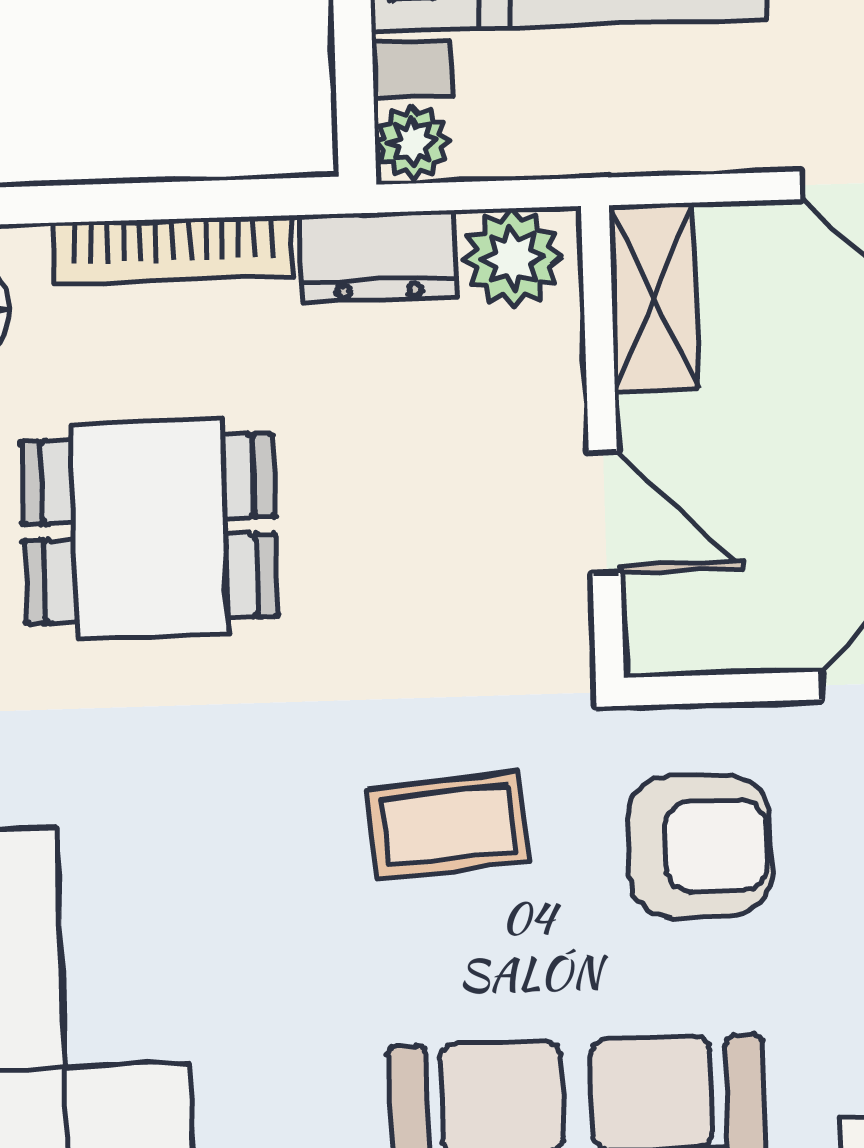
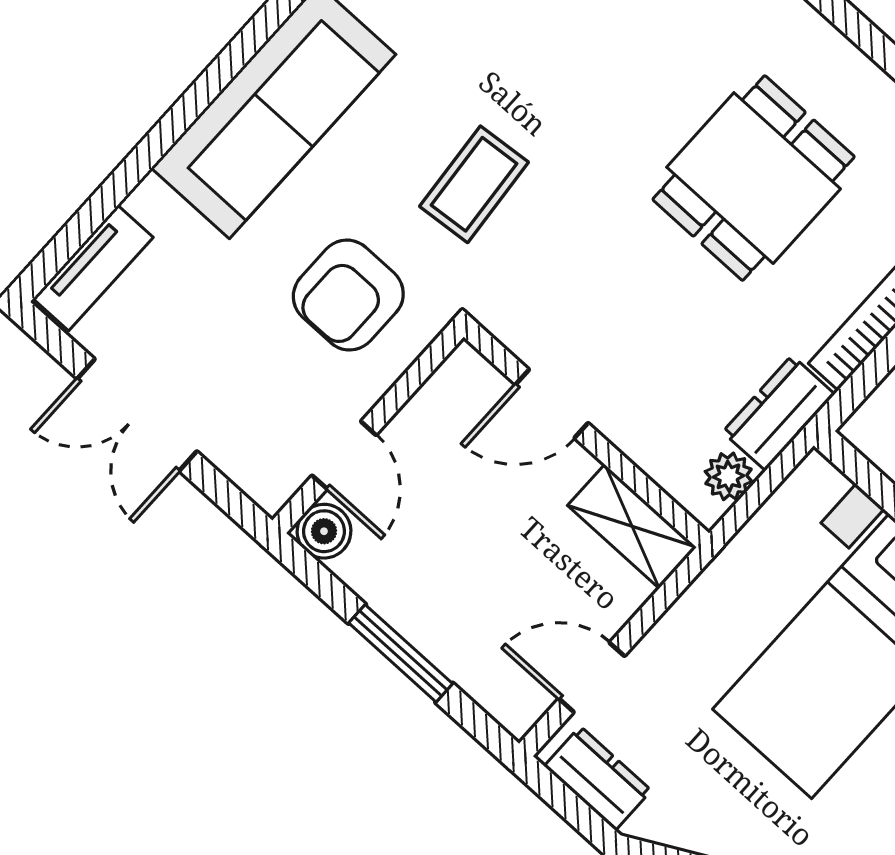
plant: (412, 142) -> (818, 482), removed
plant: (513, 258) -> (728, 476), width x0.73, depth x0.73

